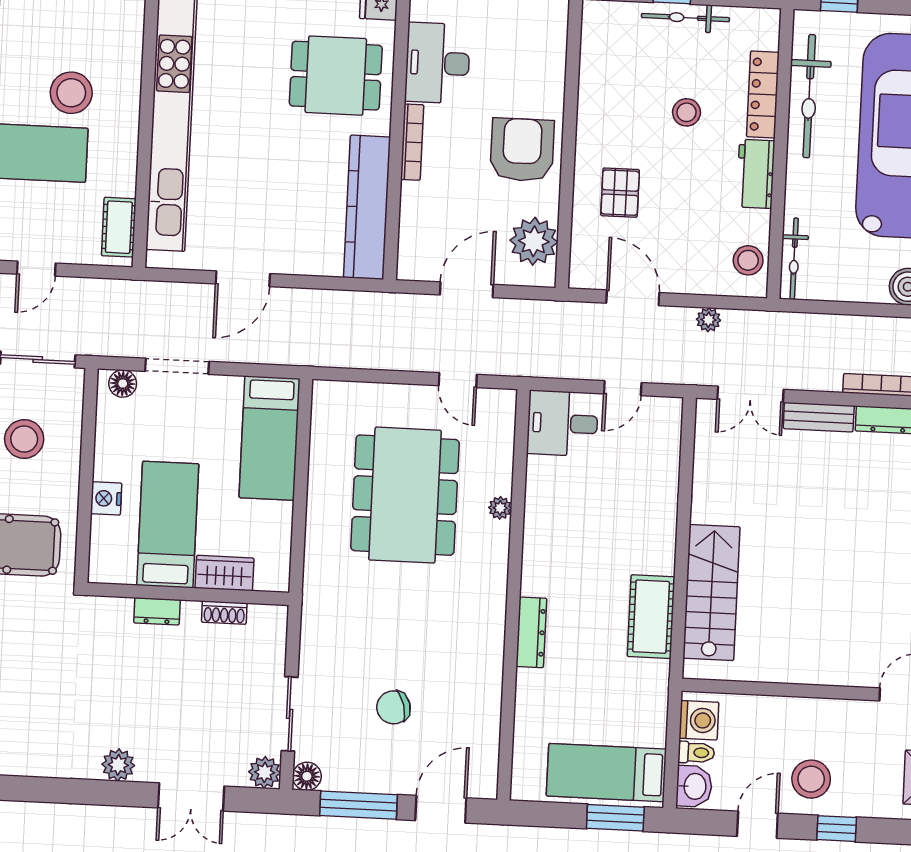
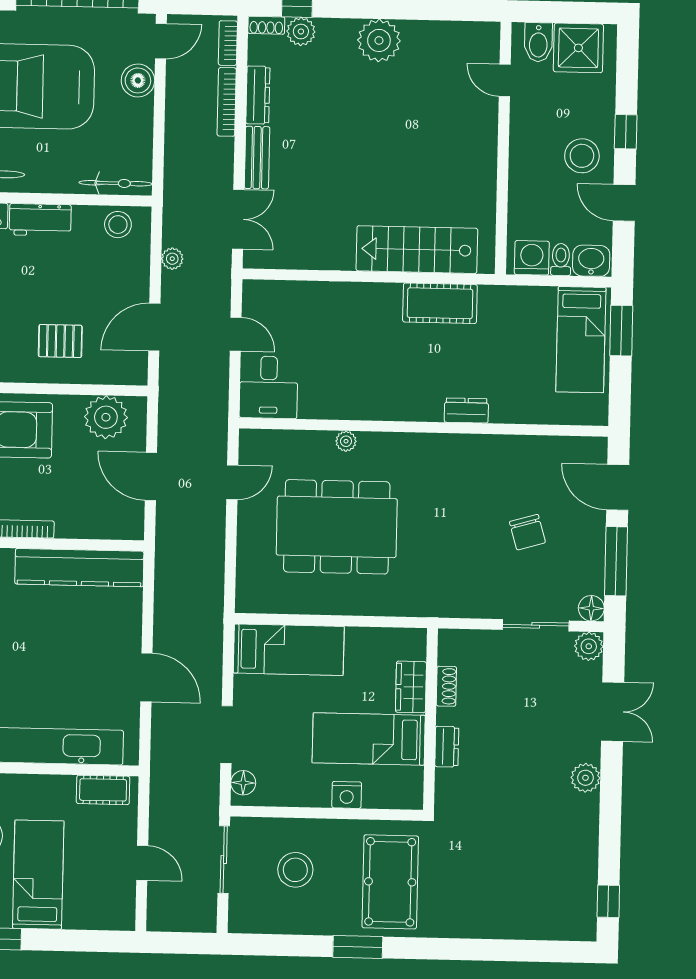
dresser: (531, 632) -> (466, 410), width x0.70

